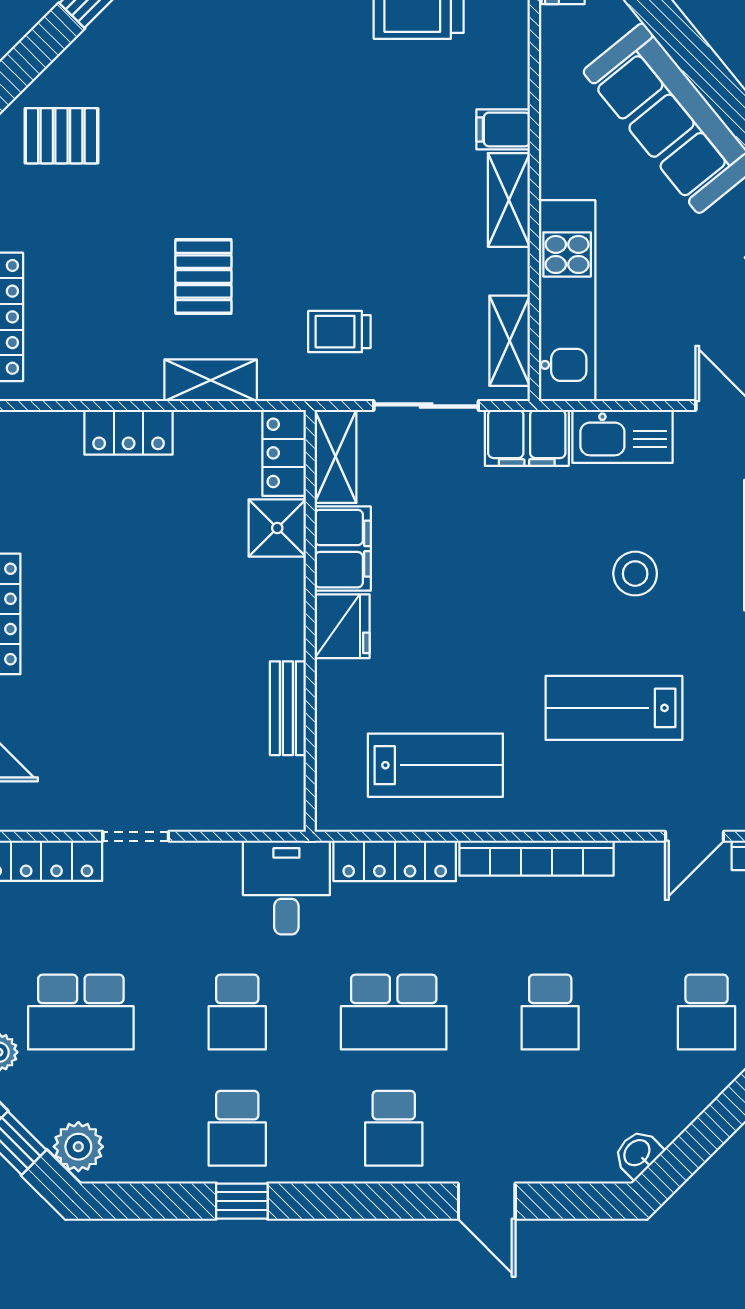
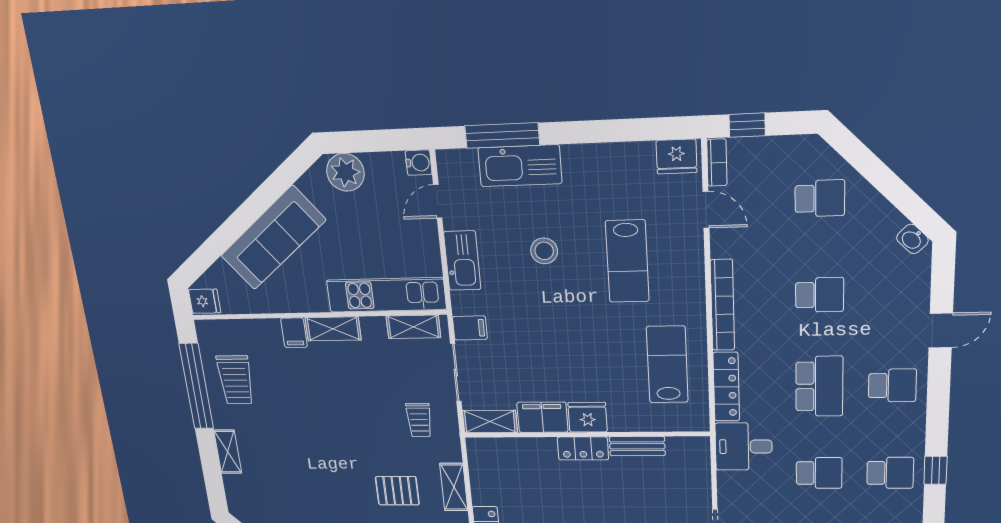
filing cabinet: (527, 438) -> (470, 328), width x0.50
locker: (284, 453) -> (583, 448), moved
shower: (277, 528) -> (533, 452), removed

